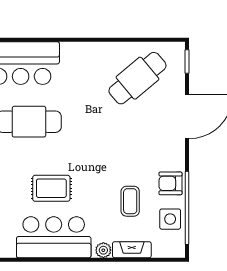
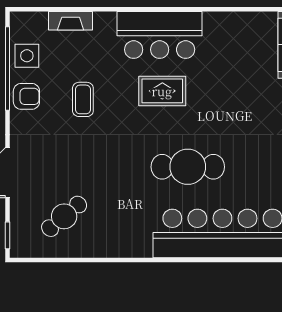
cafe table: (137, 78) -> (64, 216), width x0.73, depth x0.74
coffee table: (130, 201) -> (83, 99), moved
plant: (103, 250) -> (103, 20), removed

